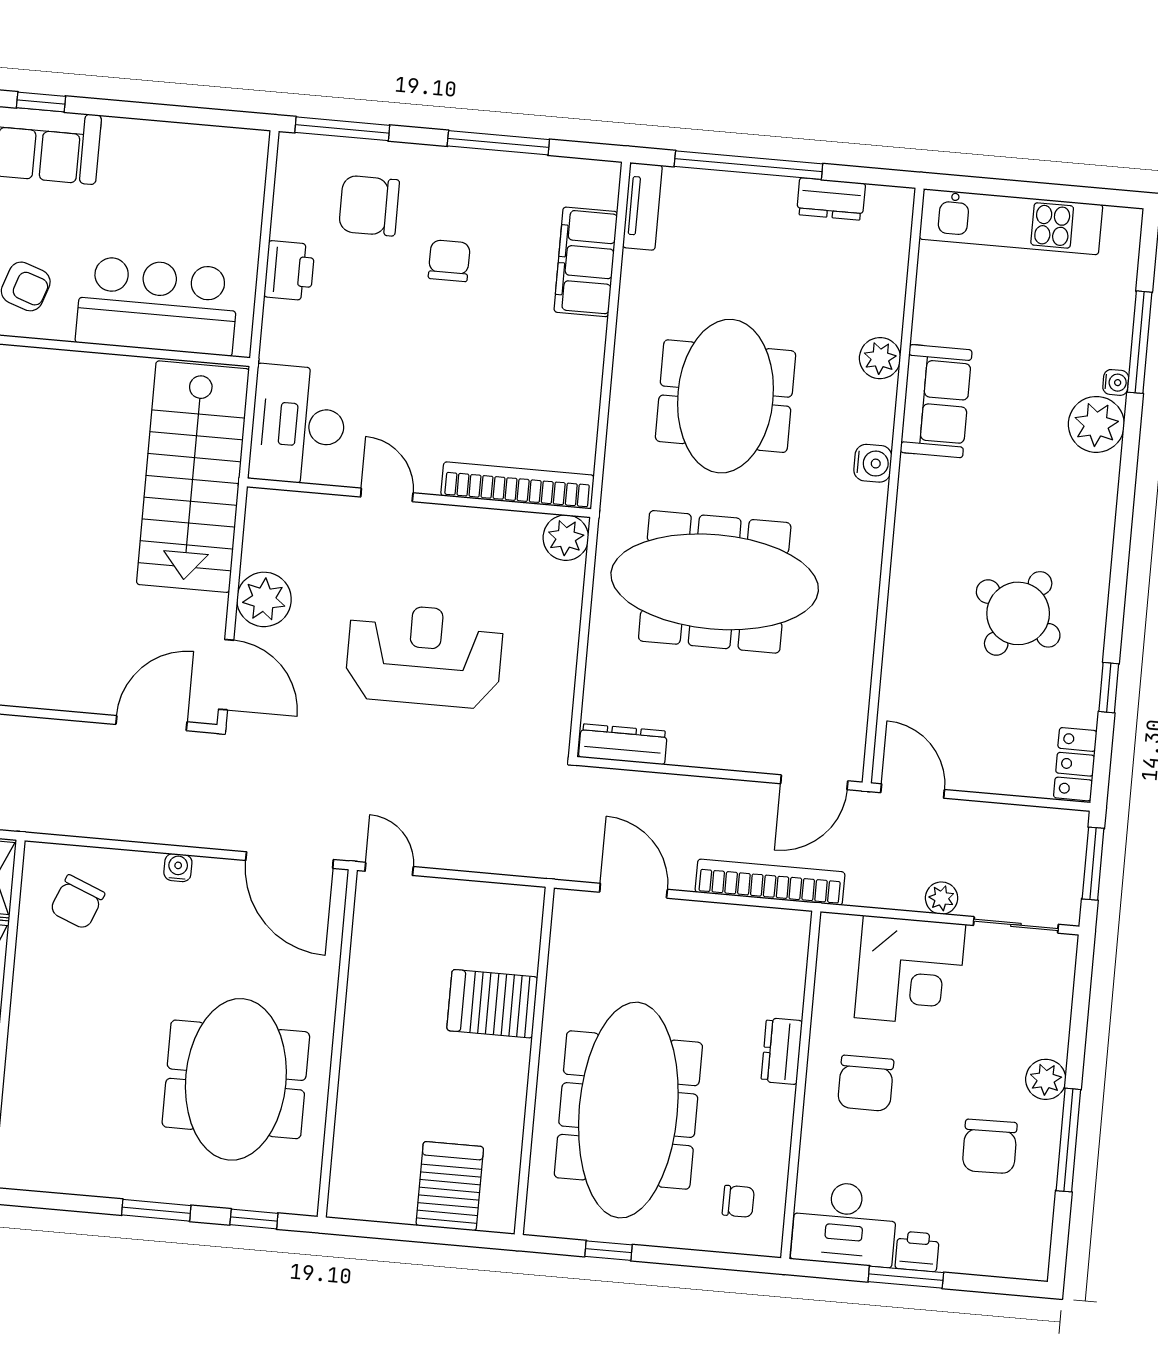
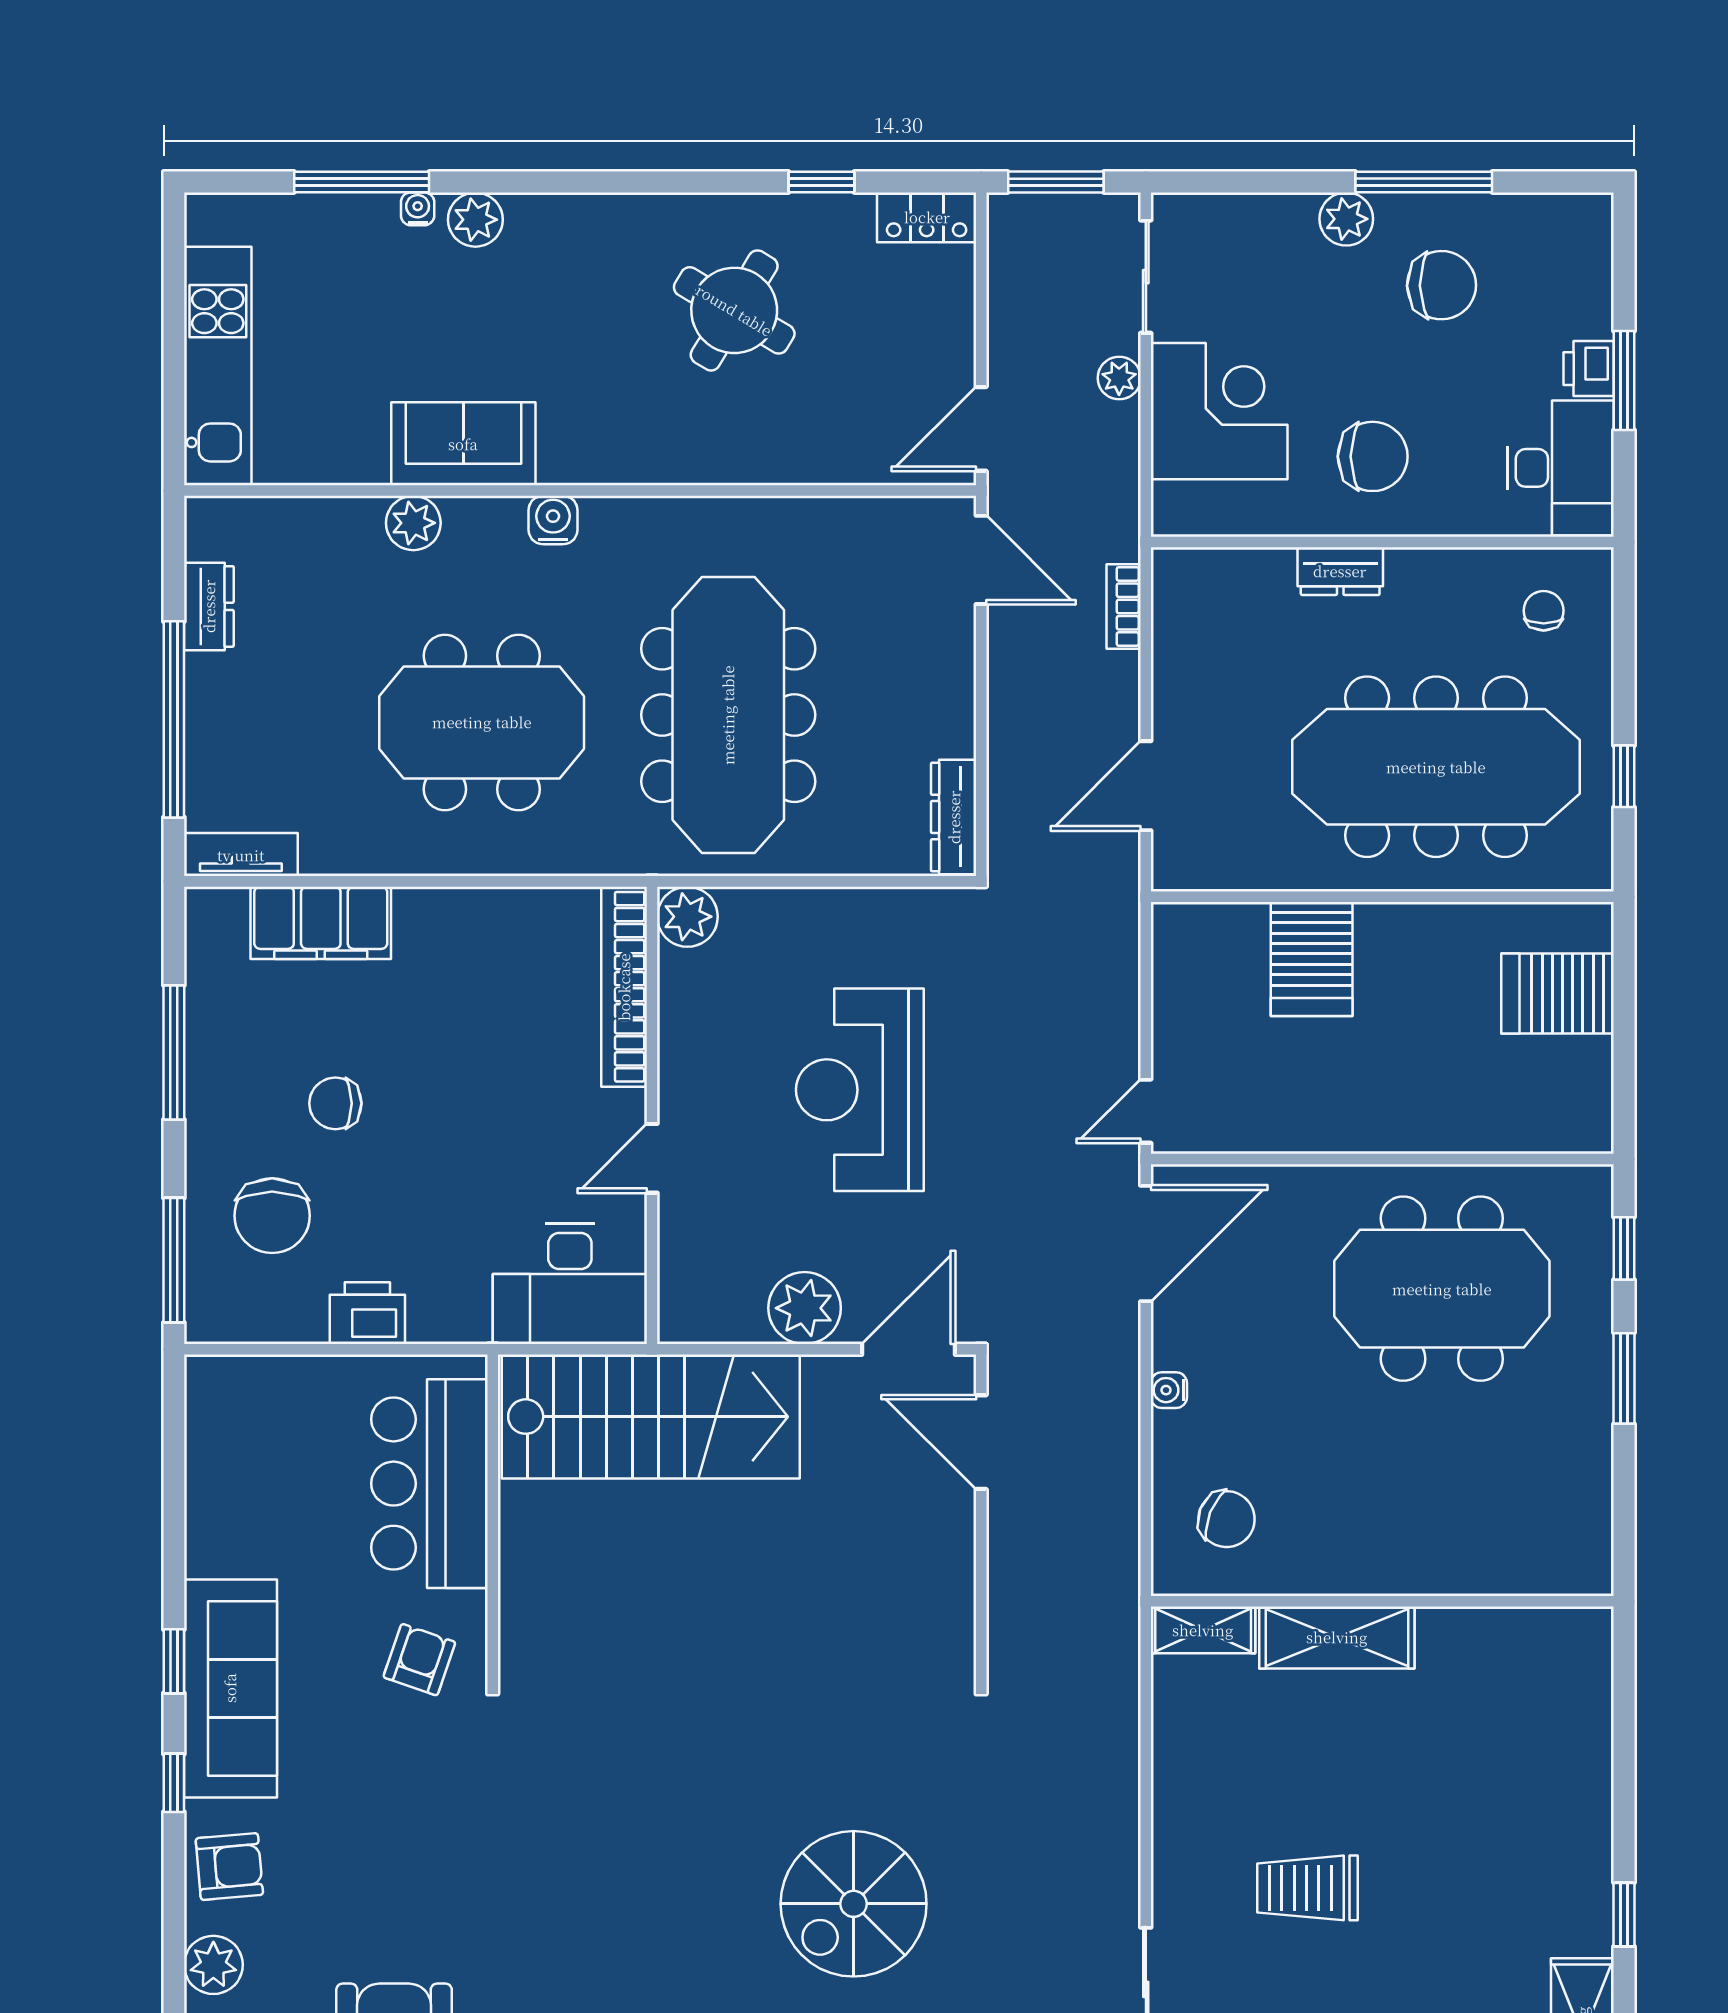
plant: (1096, 424) -> (475, 220), width x0.73, depth x0.73
bookcase: (770, 882) -> (1124, 606), width x0.43, depth x0.76

